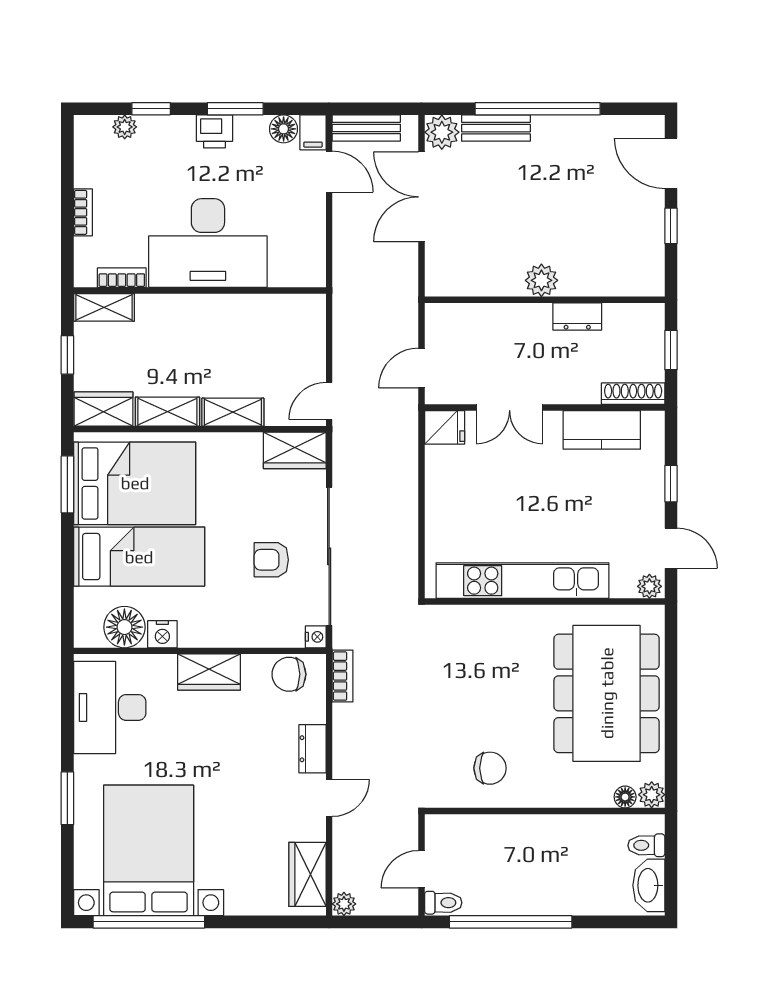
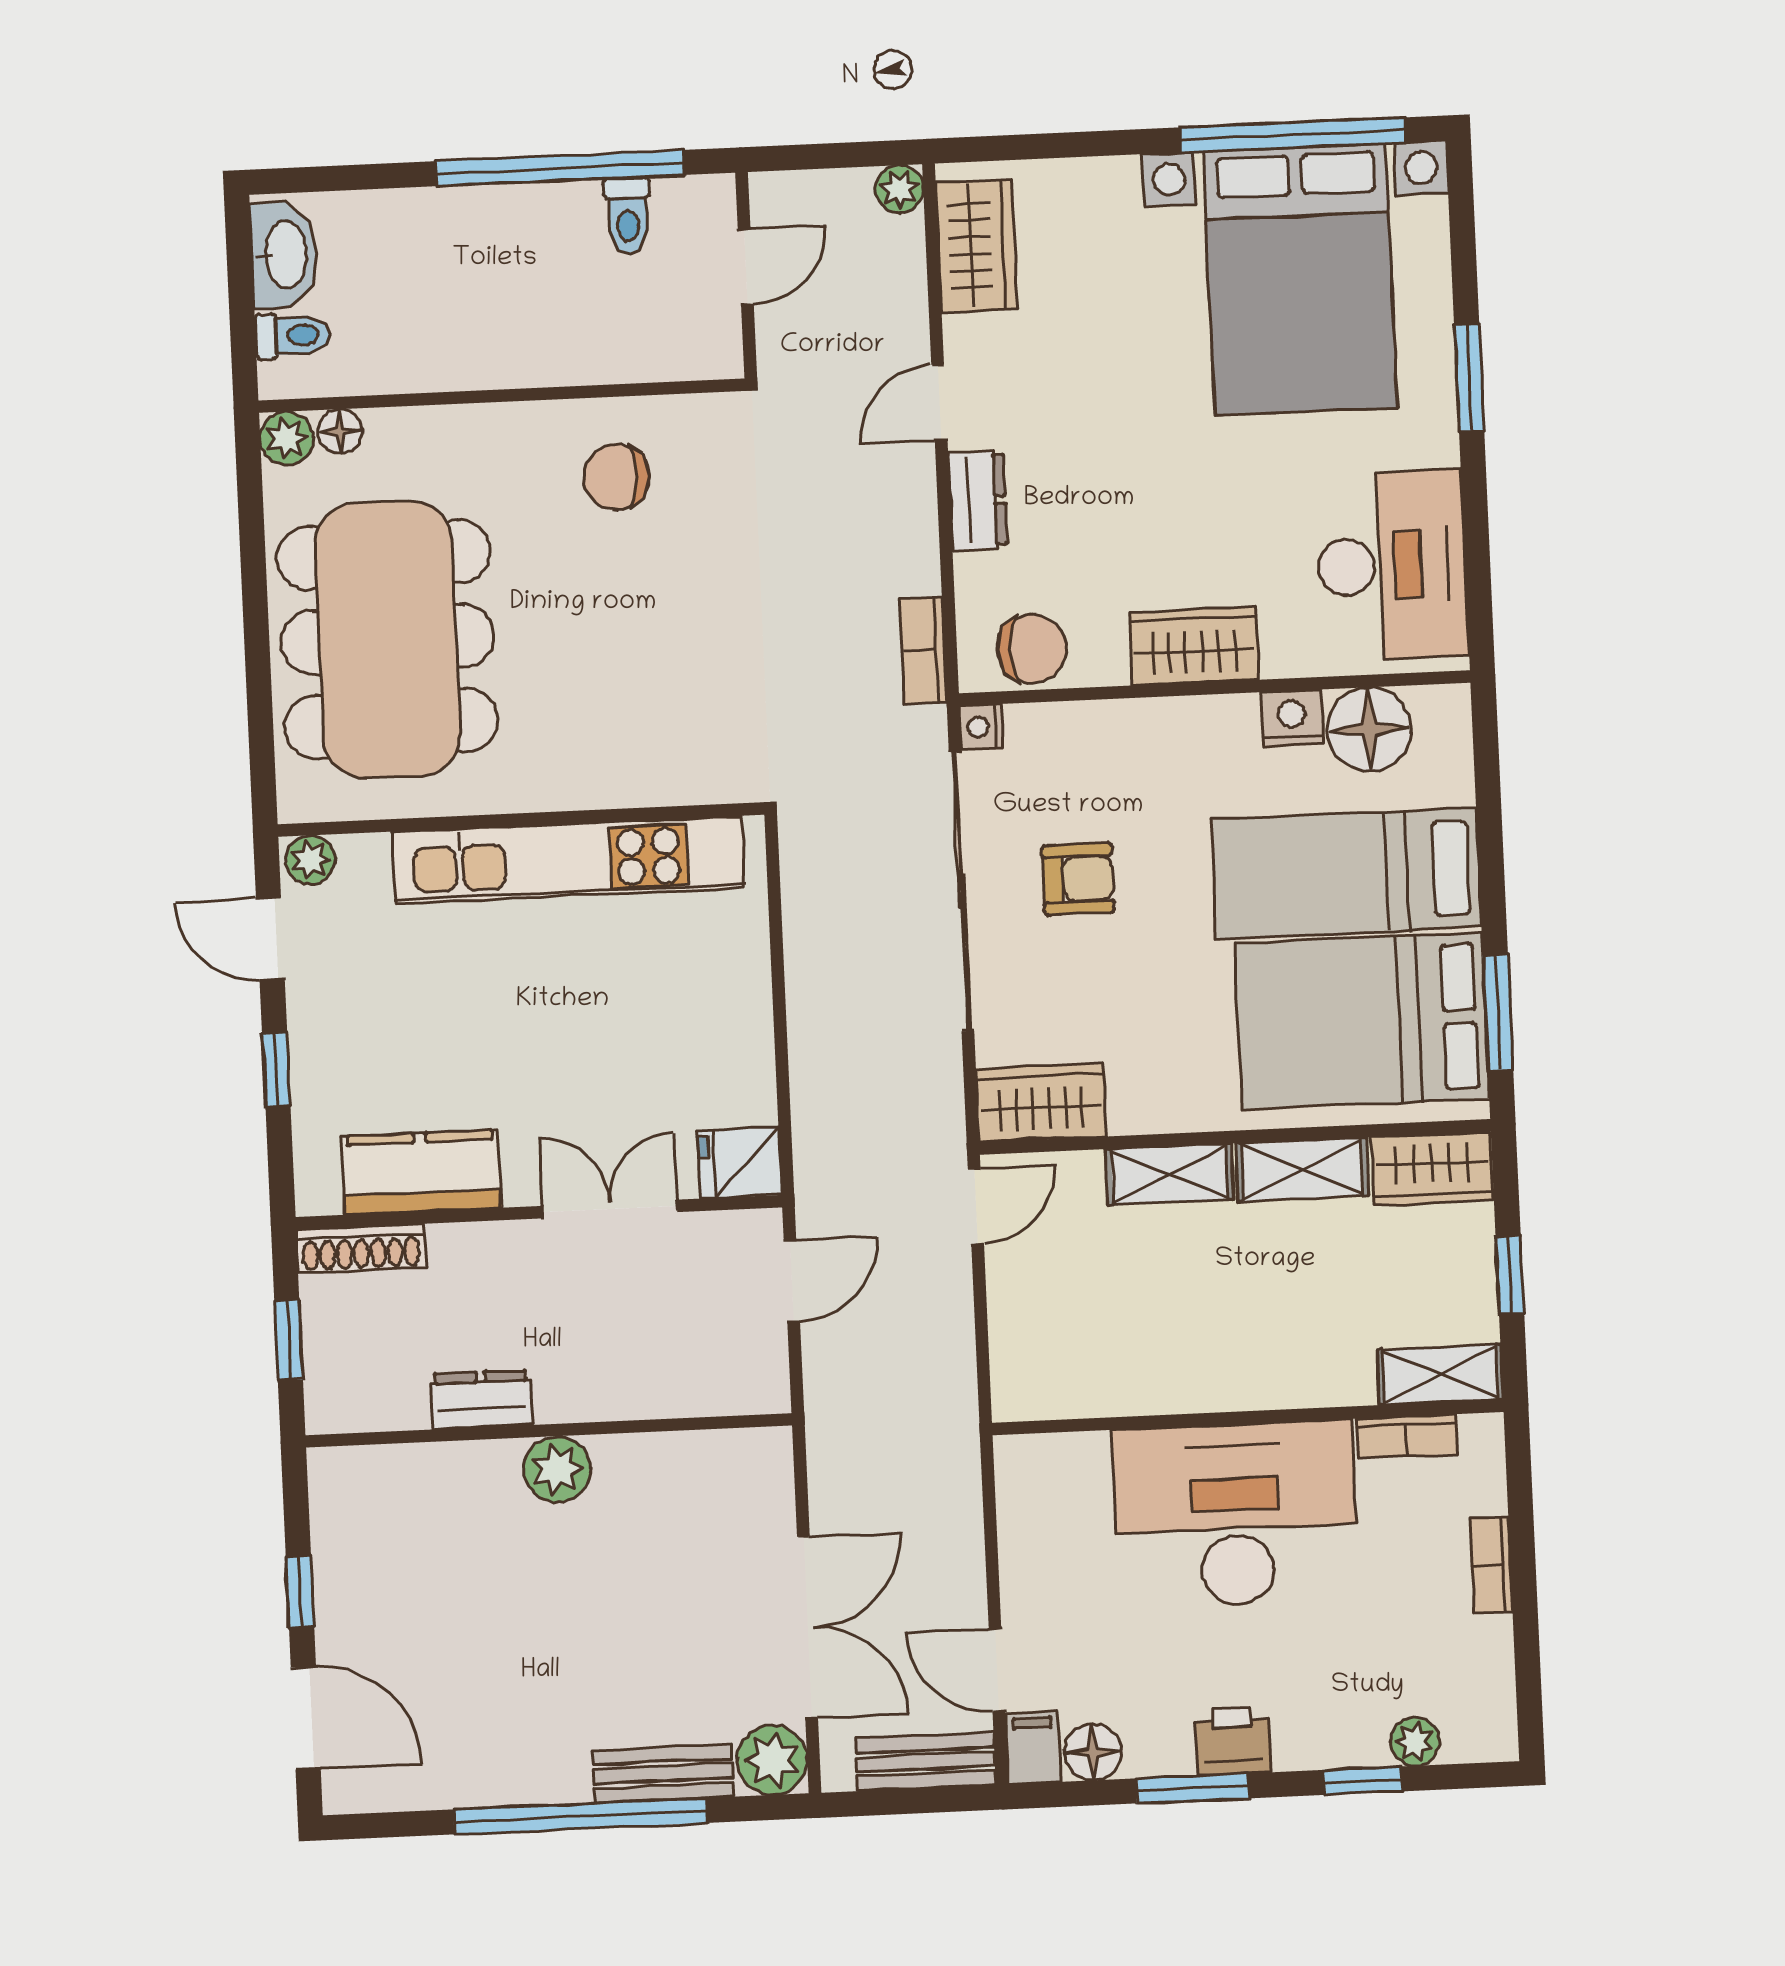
toilet: (443, 903) -> (628, 215), moved, turned -90

